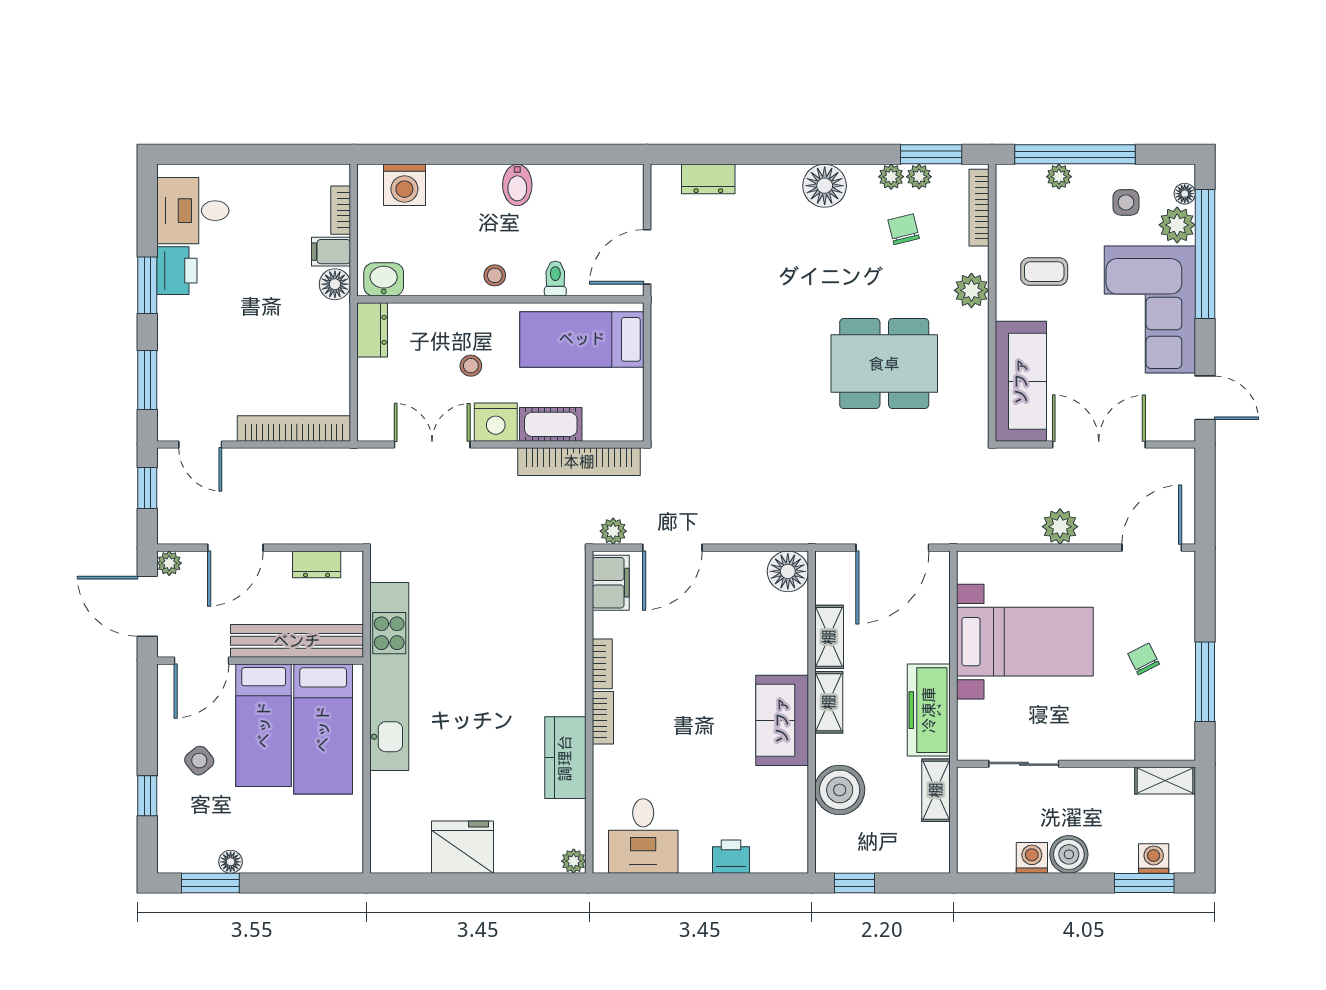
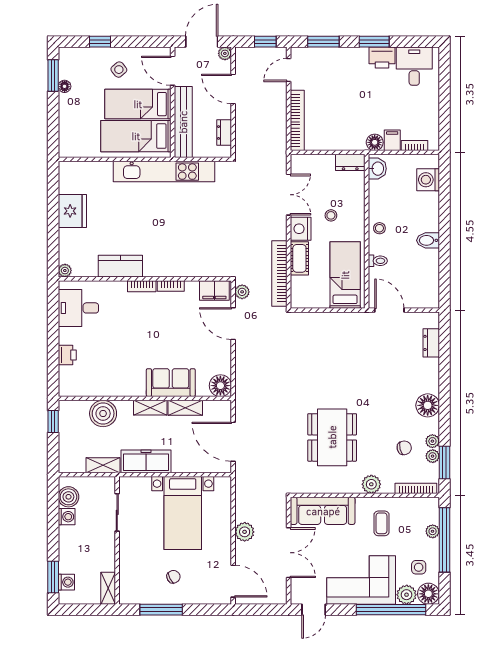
floor lamp: (1185, 194) -> (428, 594), width x1.89, depth x1.89
sofa: (782, 720) -> (171, 383), moved
boiler: (1069, 854) -> (68, 497), moved

